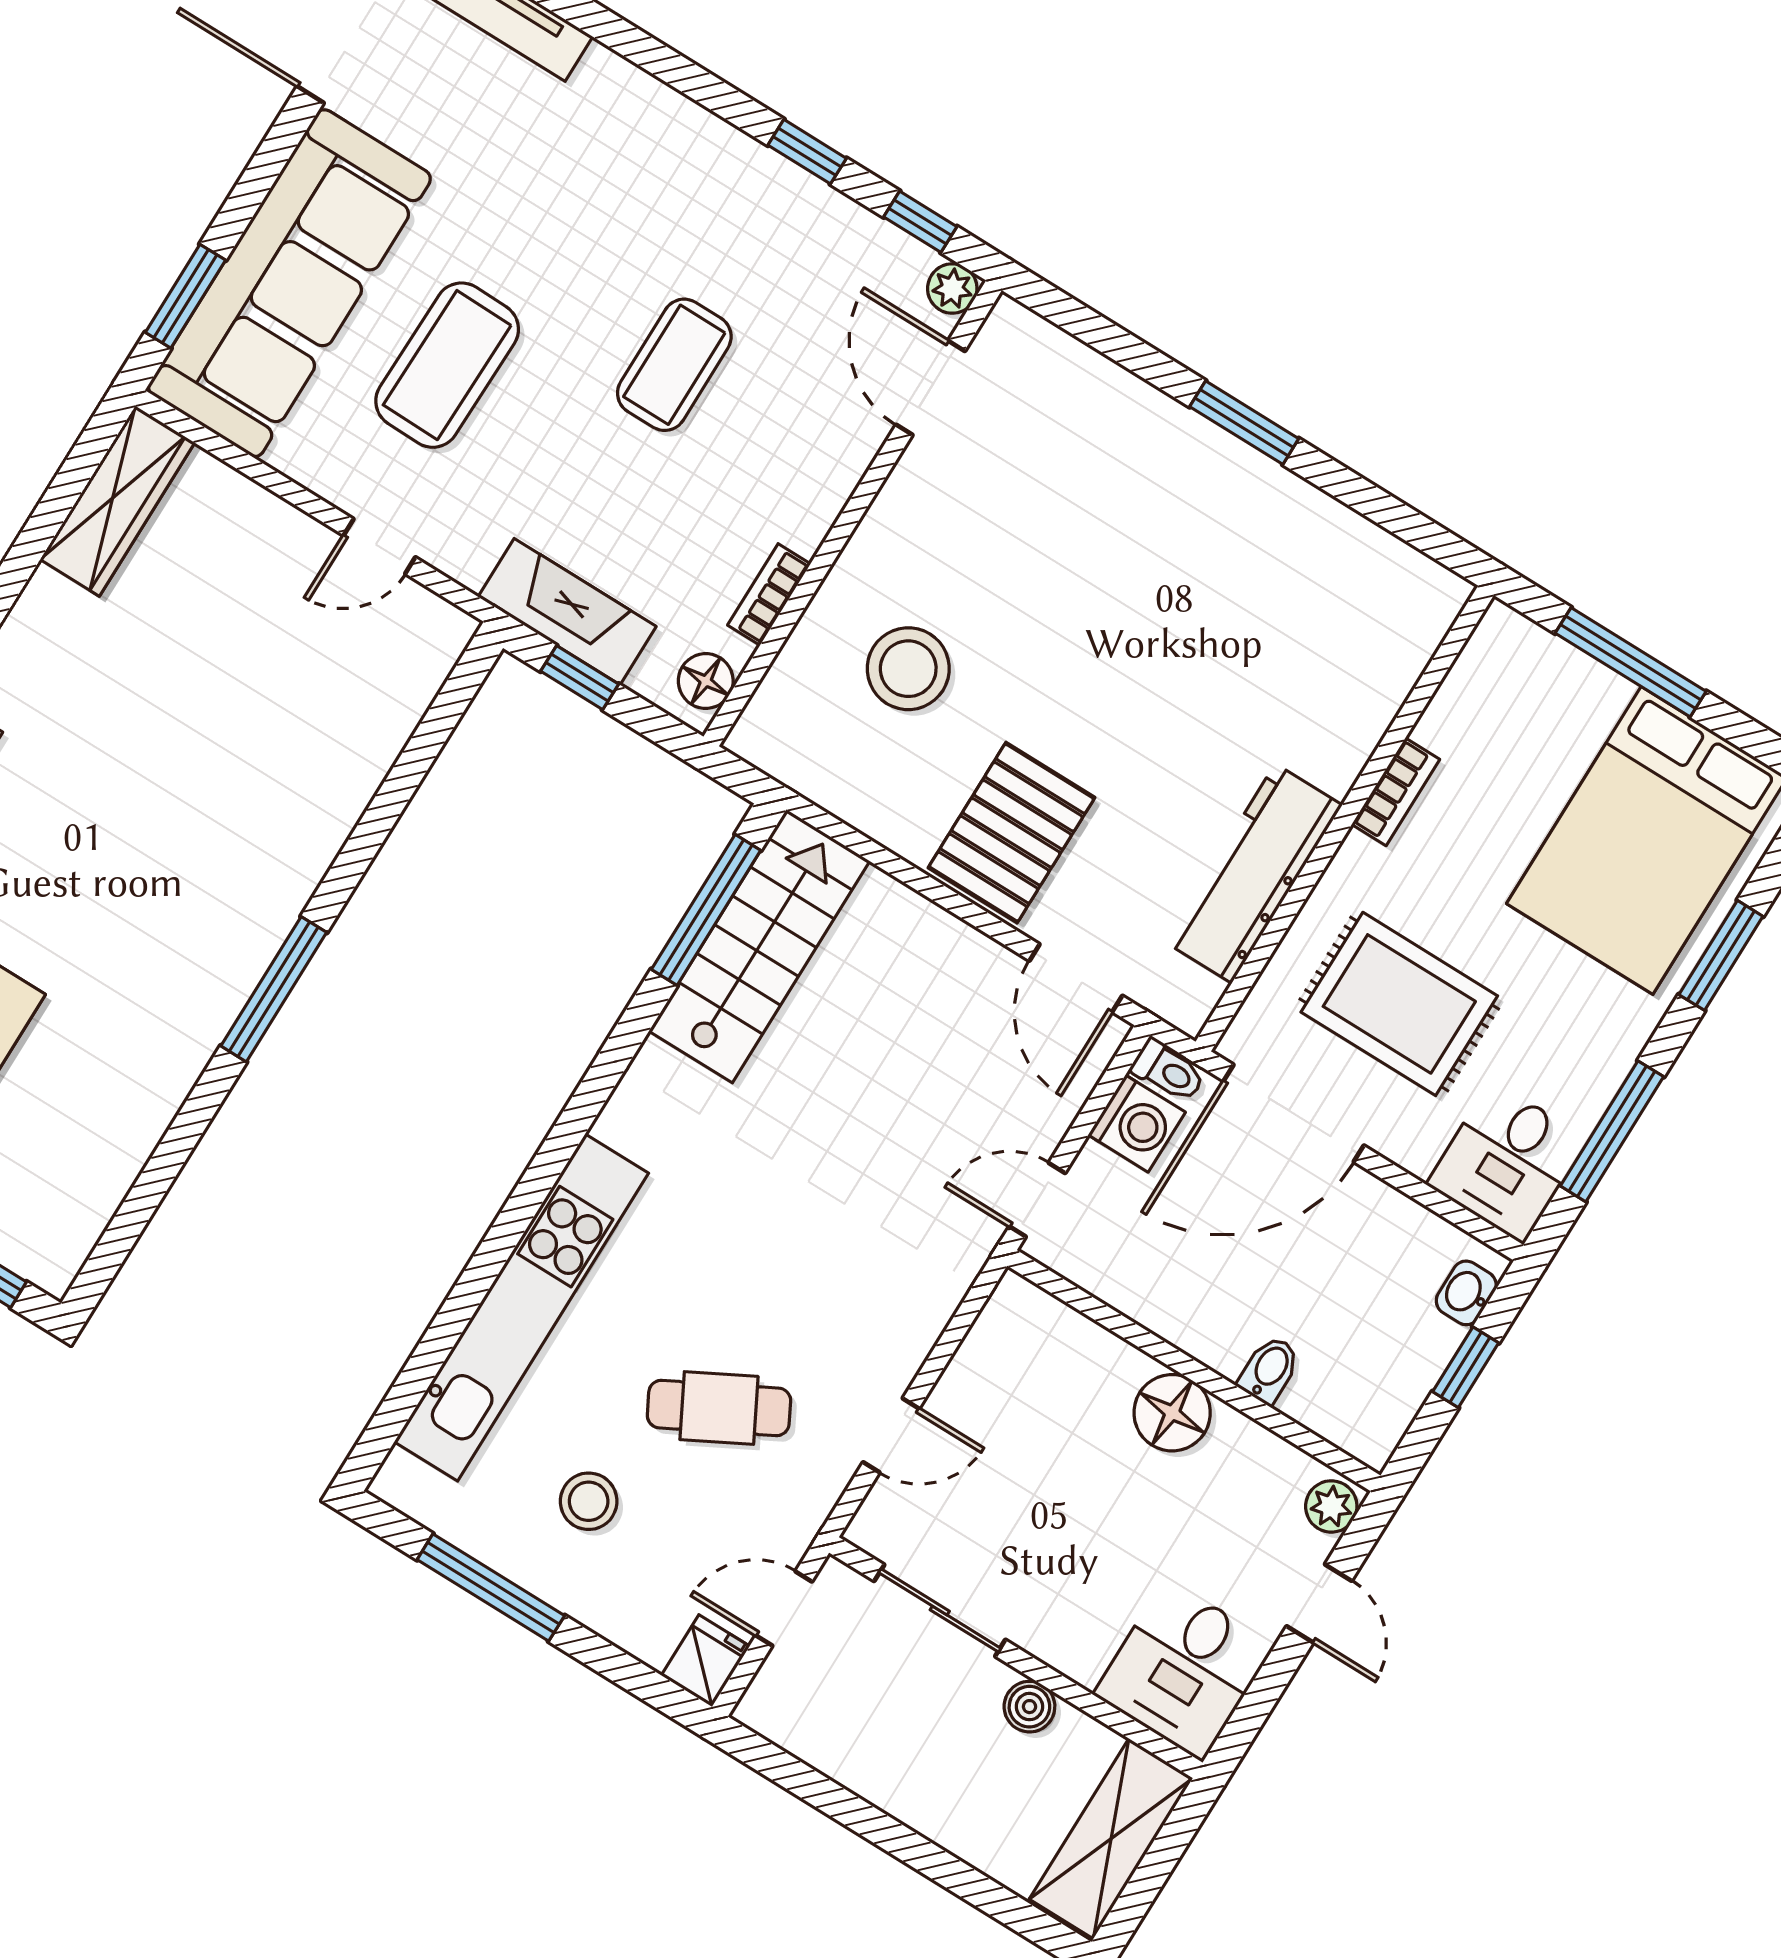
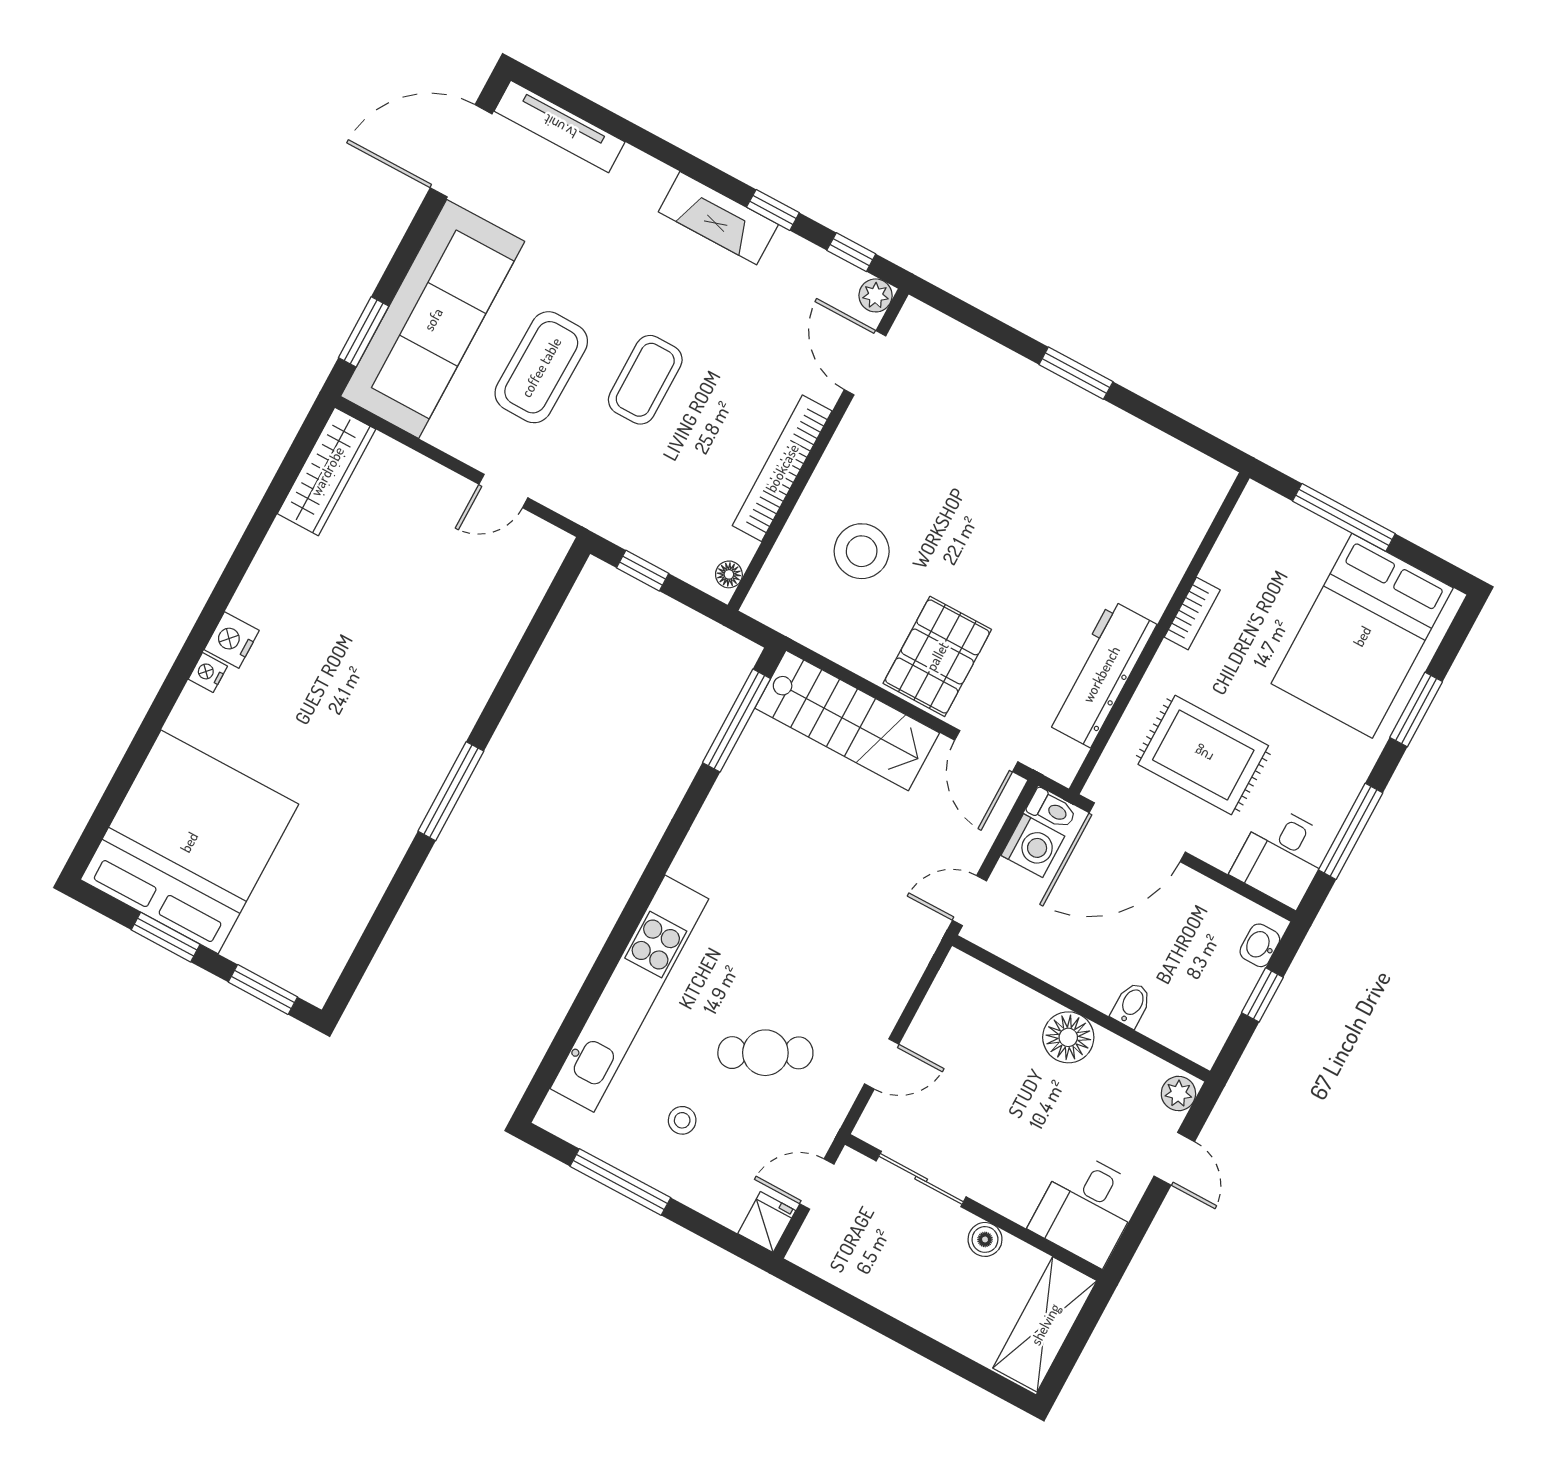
coffee table: (674, 365) -> (645, 380), moved
bookcase: (769, 595) -> (782, 468), width x2.31, depth x1.31
fireplace: (567, 612) -> (718, 218), moved, turned 180
floor lamp: (706, 681) -> (729, 574), width x0.73, depth x0.73
stairs: (759, 946) -> (847, 720), moved, turned 90
stool: (589, 1501) -> (682, 1120), width x0.73, depth x0.73

